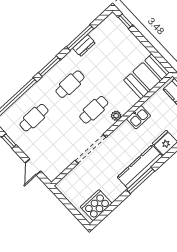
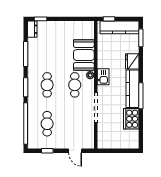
dresser: (84, 45) -> (32, 29), moved
booth: (147, 76) -> (84, 55), moved
kitchen sink: (138, 117) -> (103, 77), moved
cooker: (96, 205) -> (131, 119), moved

